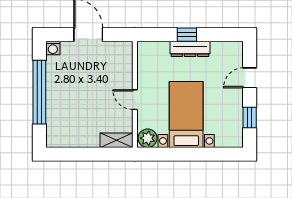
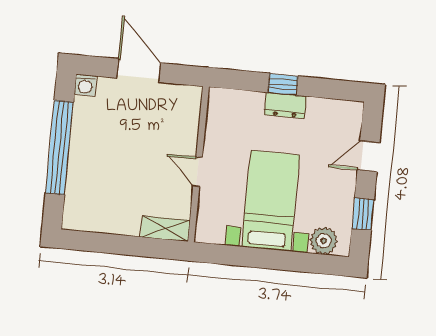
dresser: (190, 49) -> (285, 106), width x0.70
plant: (148, 138) -> (324, 241), moved

